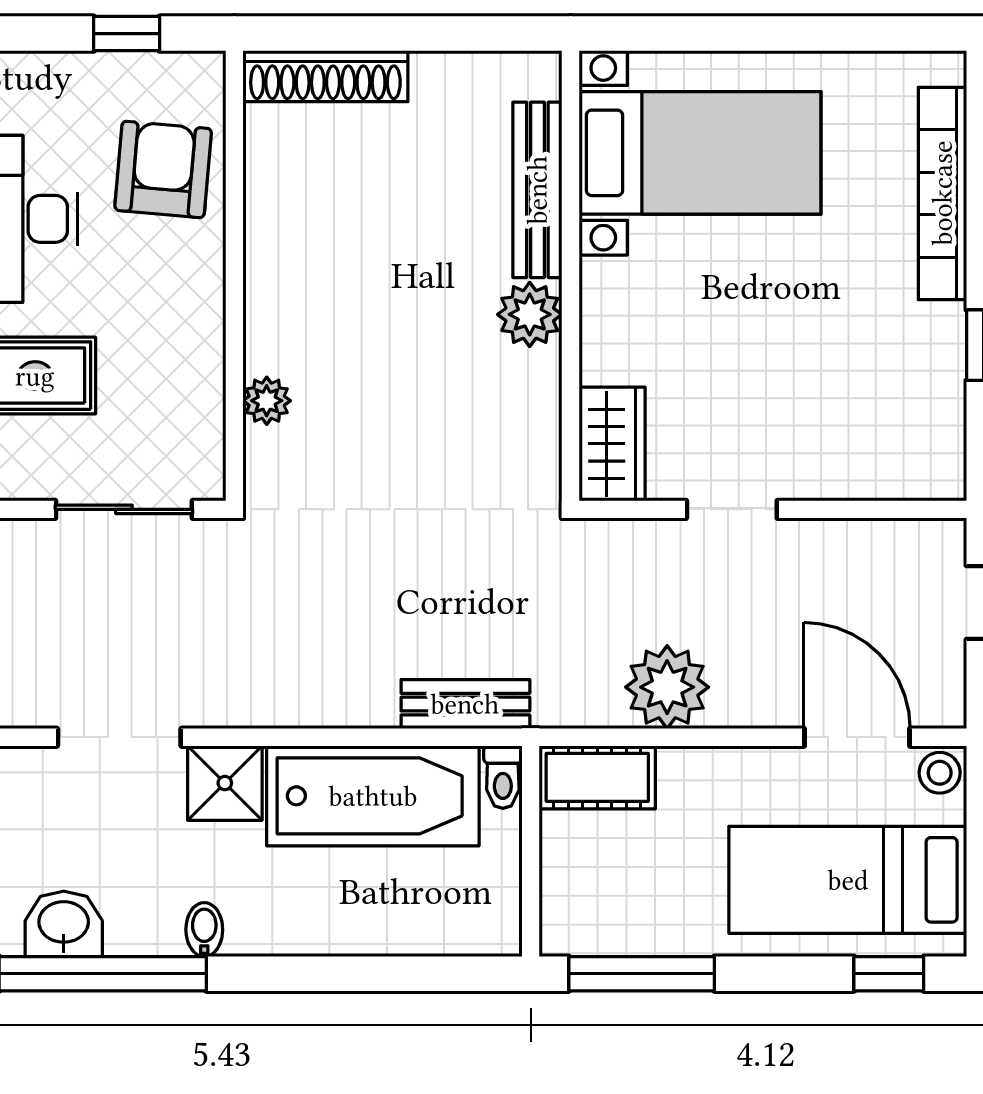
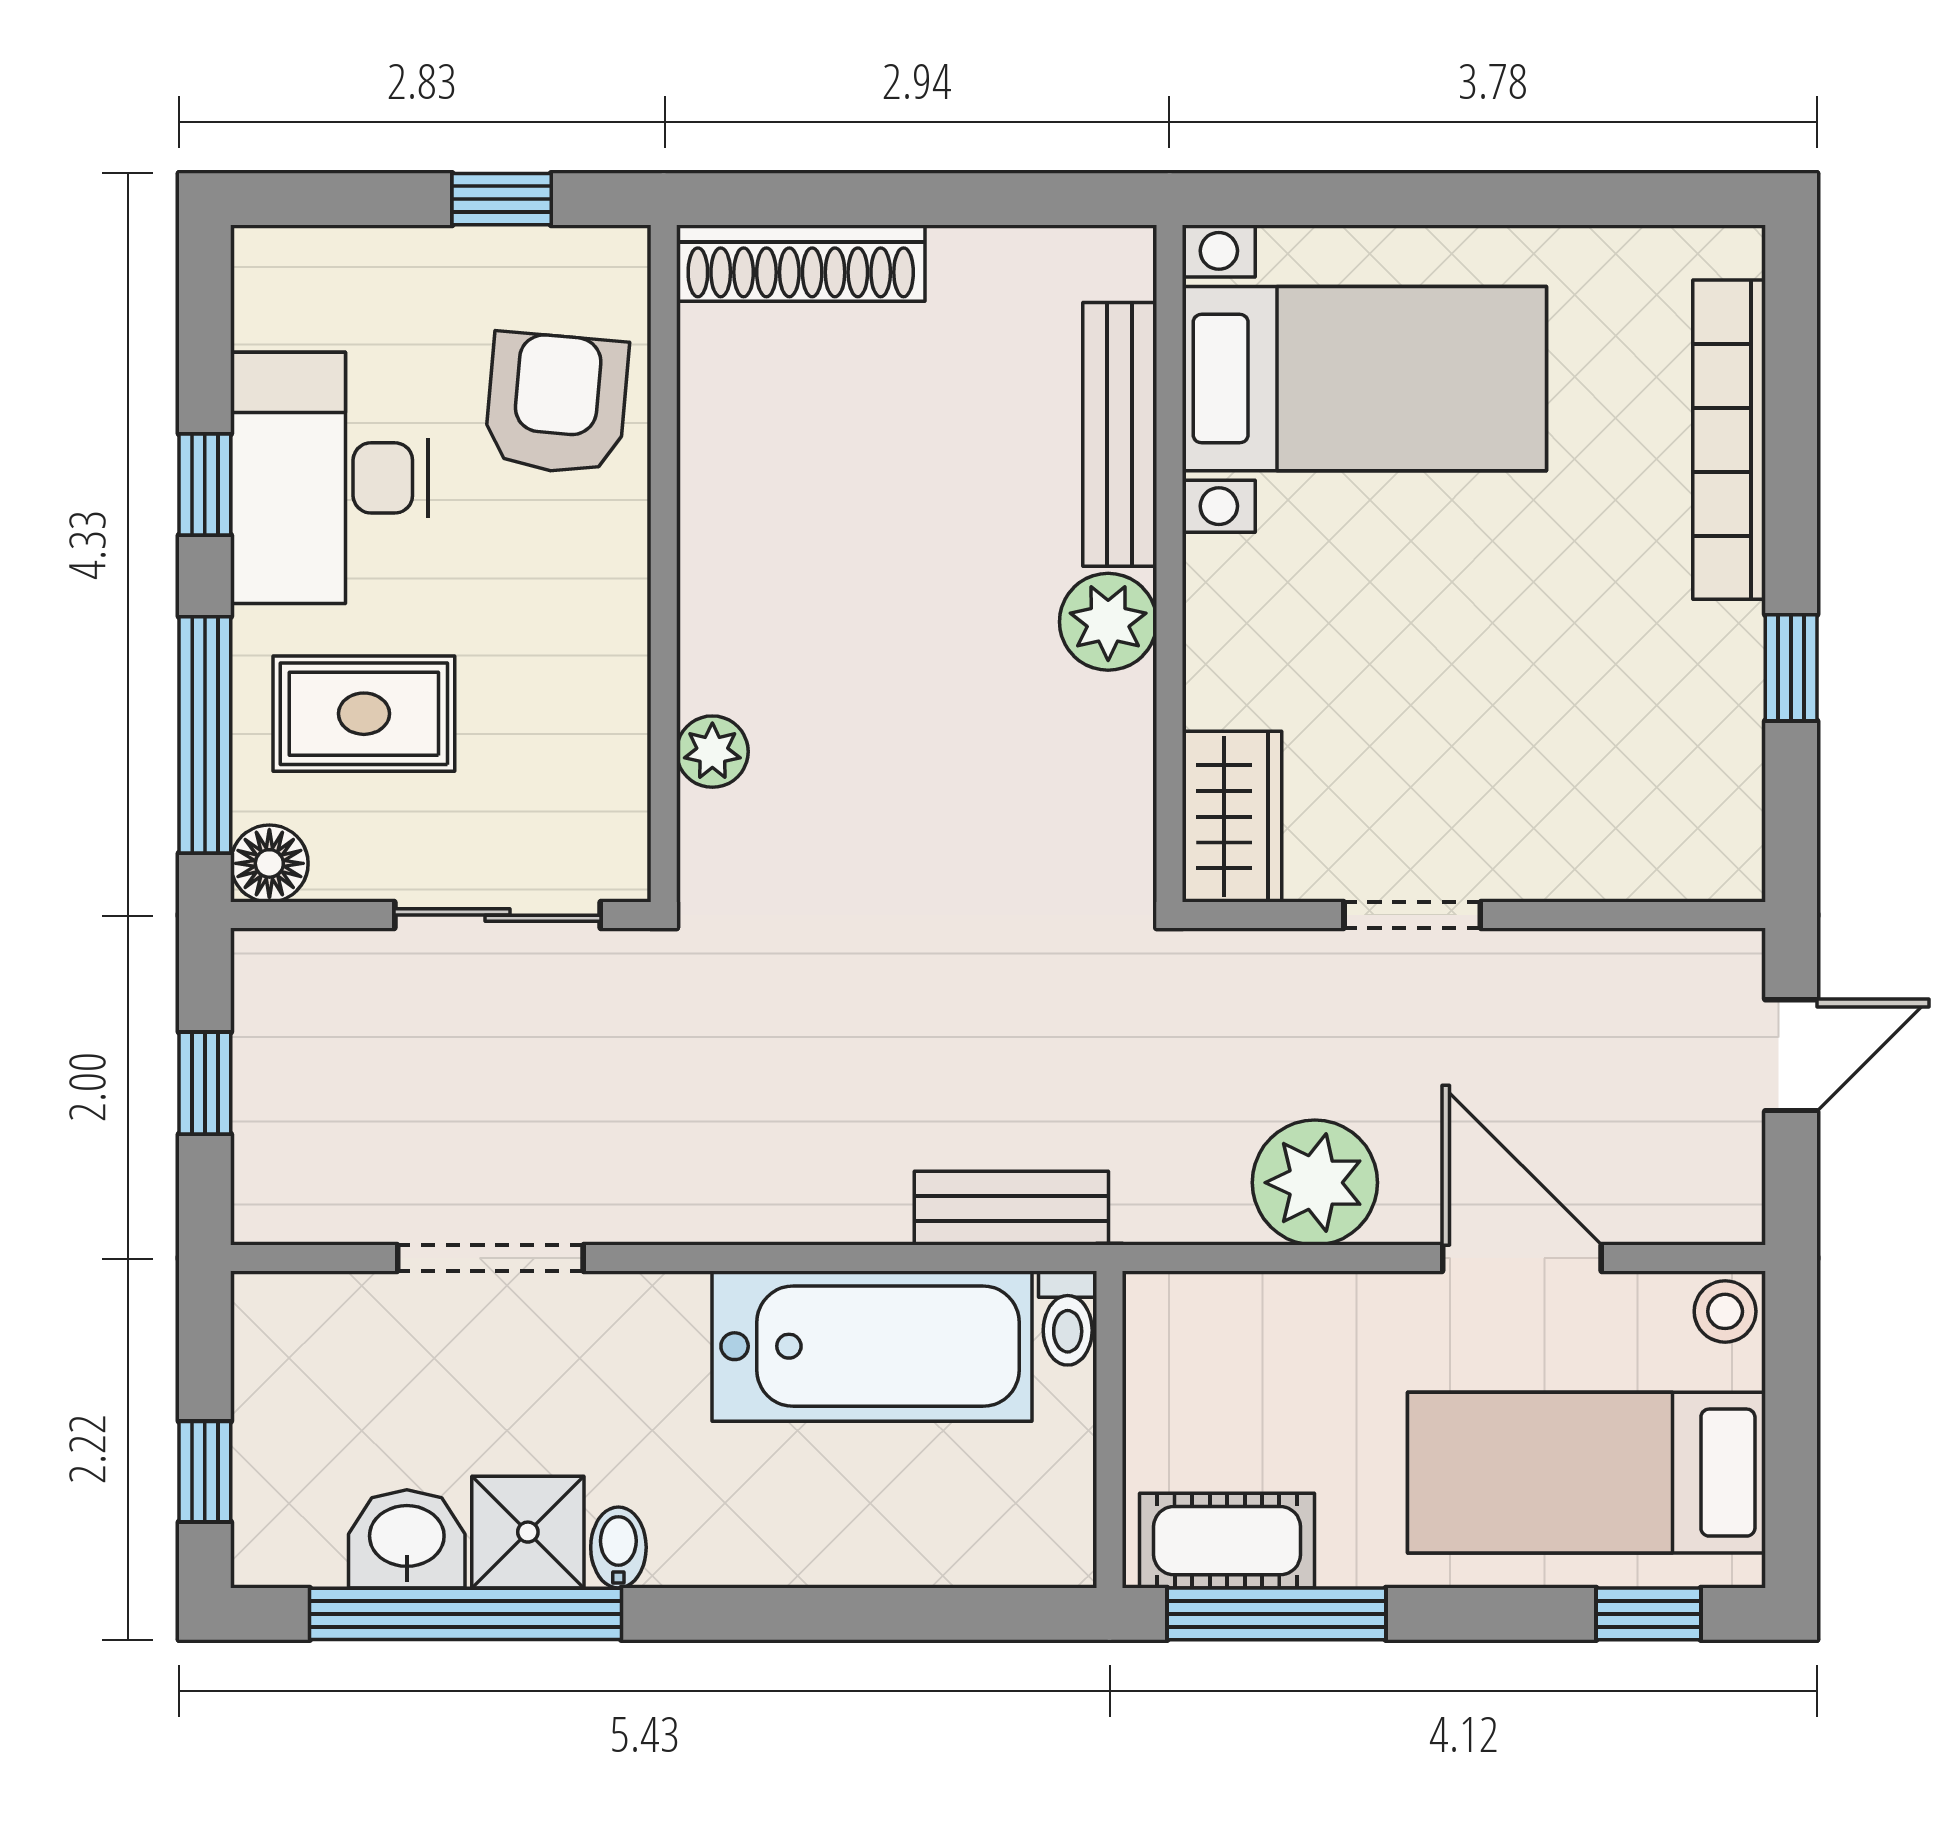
door: (857, 737) -> (1522, 1258), moved
cot: (597, 777) -> (1227, 1541), moved
shower: (225, 783) -> (528, 1532), moved

